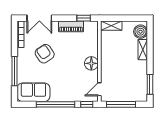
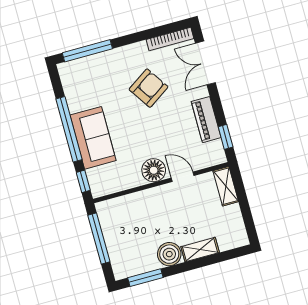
boiler: (141, 32) -> (169, 254), moved
window: (14, 71) -> (87, 51), moved
door: (99, 89) -> (183, 177), moved
sofa: (33, 92) -> (93, 138), moved

